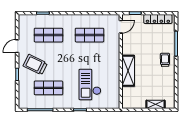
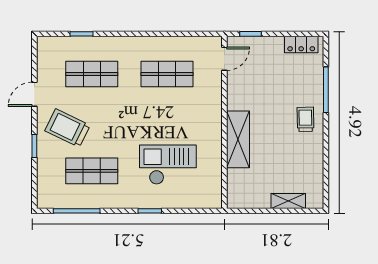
locker: (158, 19) -> (301, 45), width x0.66
checkout: (90, 85) -> (168, 165), turned 90

